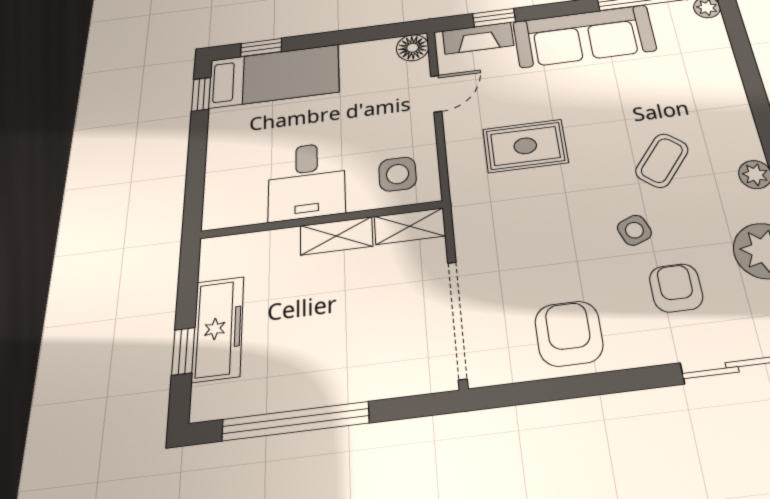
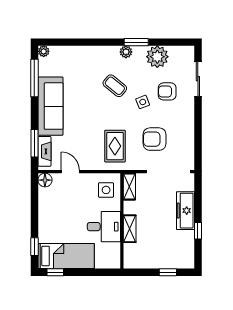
window: (494, 18) -> (34, 143), width x1.50
bed: (274, 76) -> (66, 256), moved, turned 90
rug: (525, 146) -> (115, 146), moved
shelving: (336, 236) -> (130, 229), moved
freezer: (218, 328) -> (185, 211), moved, turned -90
armchair: (569, 333) -> (154, 139), moved
window: (295, 421) -> (198, 231), width x0.32

